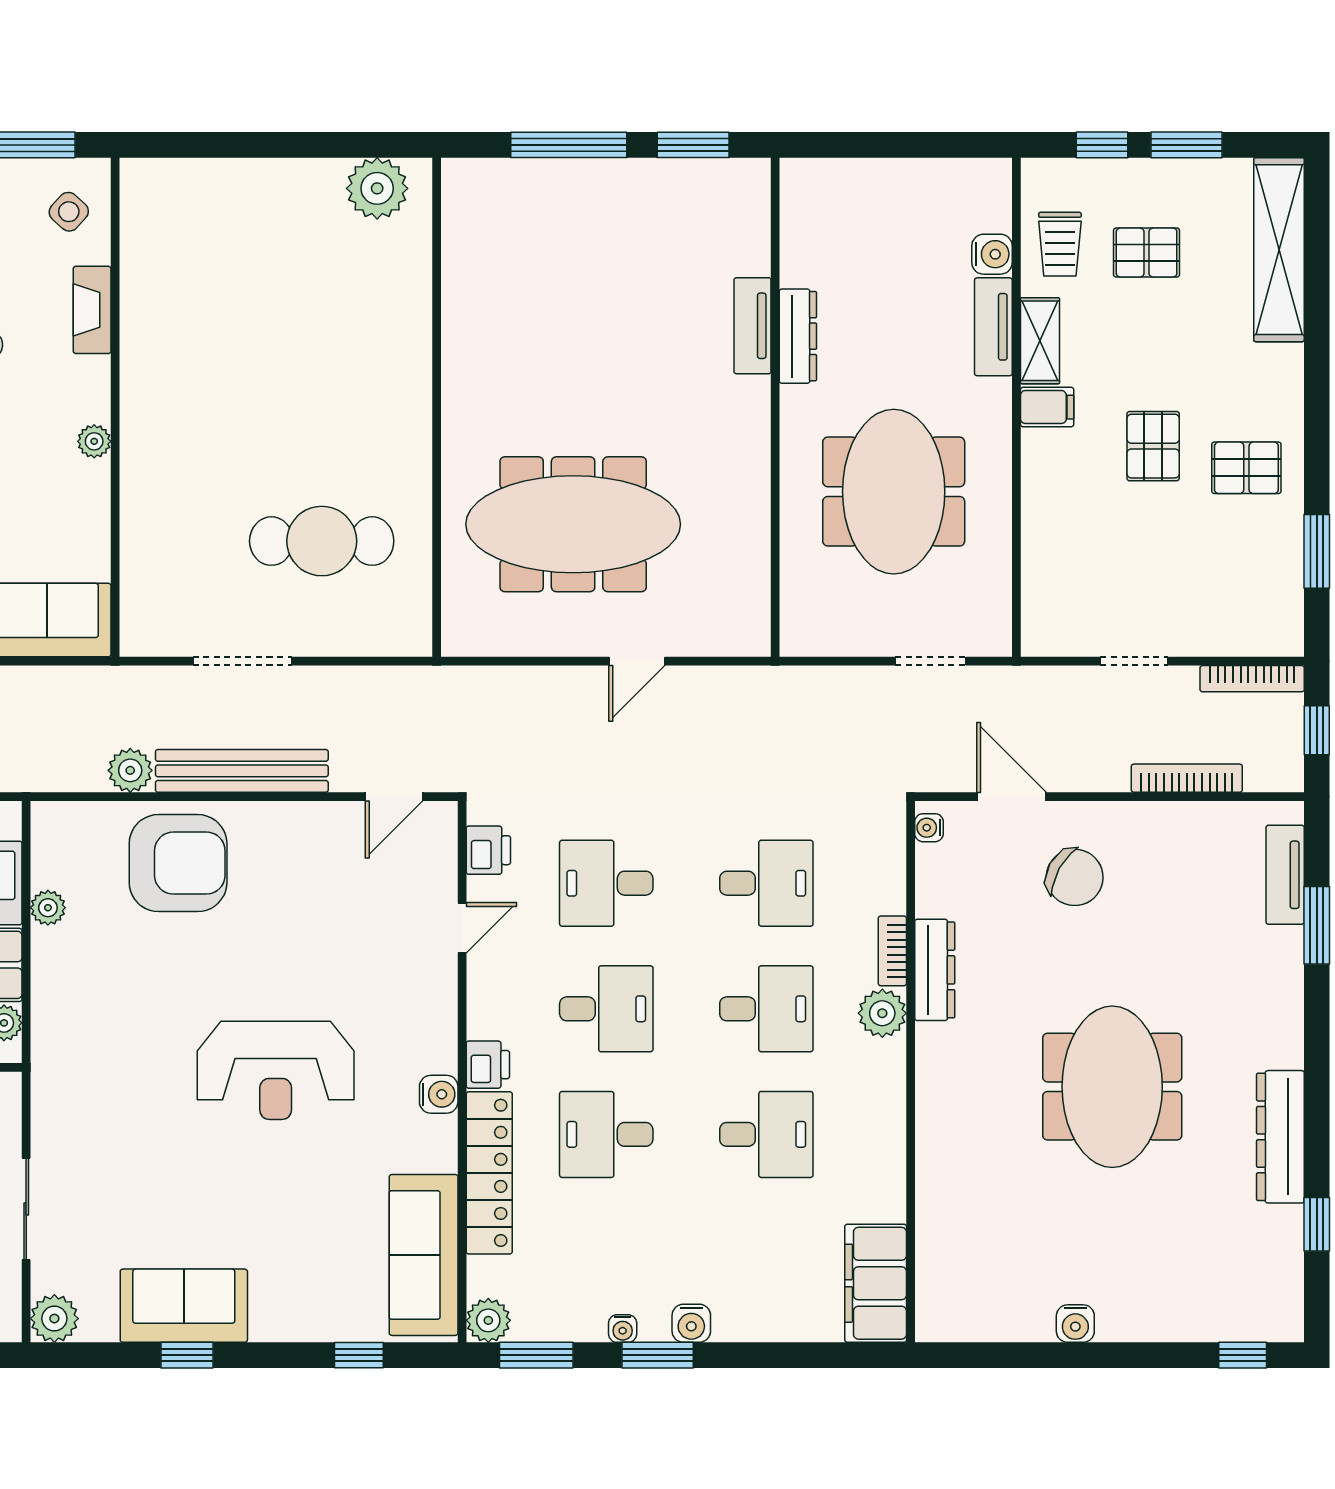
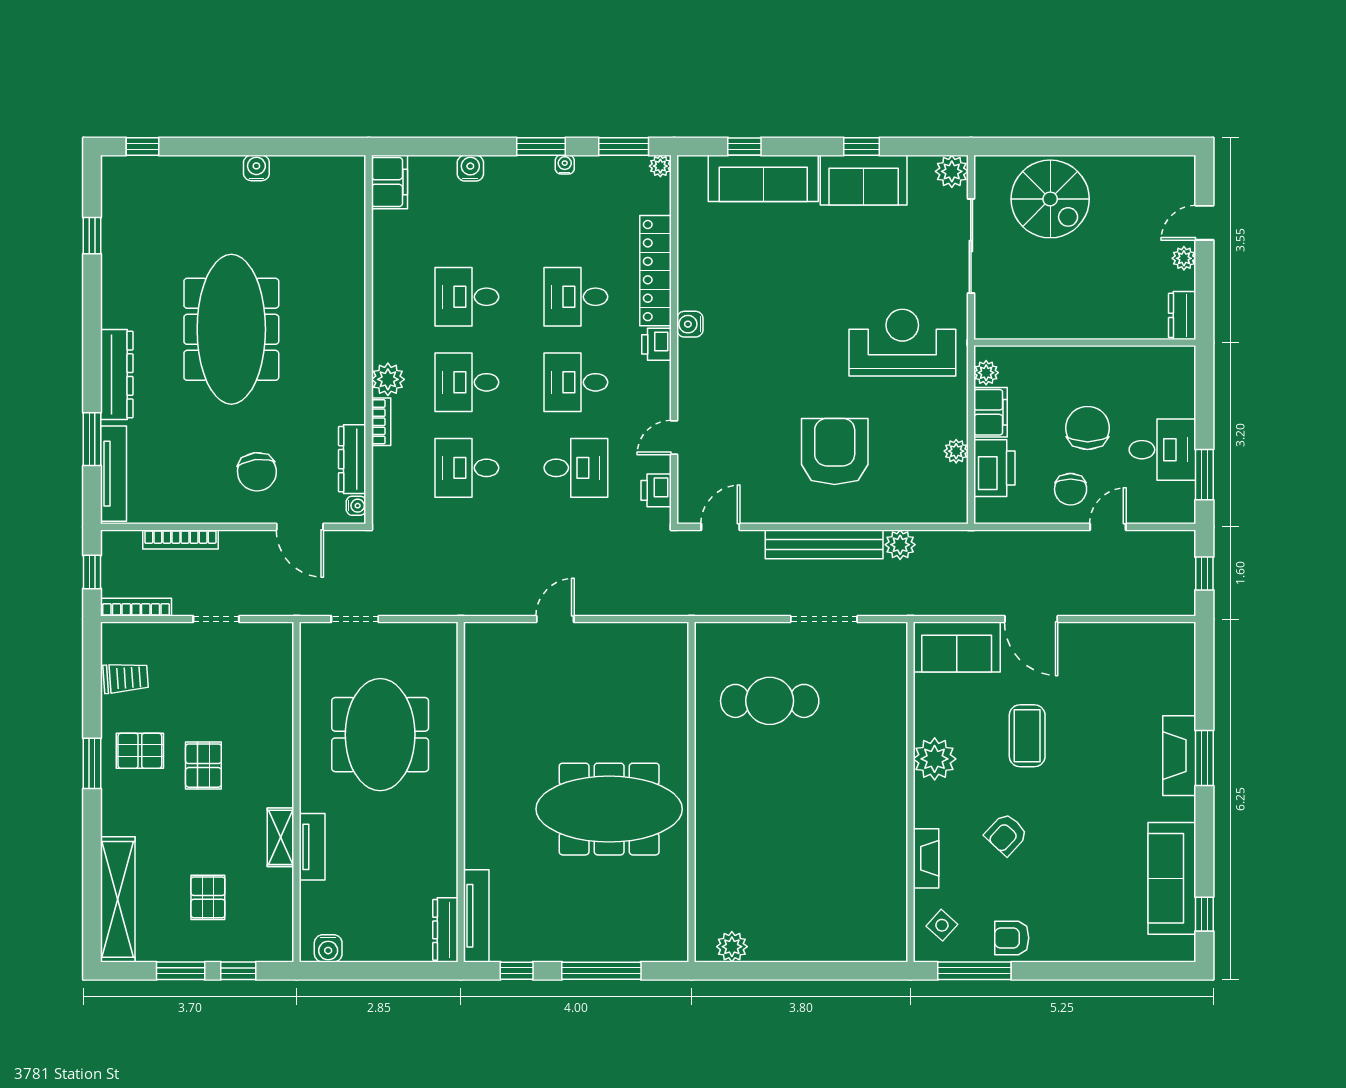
window: (693, 145) -> (517, 971), width x0.67
plant: (377, 188) -> (732, 947), width x0.73, depth x0.73
trolley: (1060, 244) -> (126, 678), moved, turned 86
pallet: (1147, 253) -> (208, 897), turned 90
water cooler: (992, 254) -> (328, 948), moved, turned -90
tv unit: (753, 326) -> (476, 916), moved, width x1.41
dresser: (798, 336) -> (445, 930), moved
filing cabinet: (1047, 407) -> (276, 792), removed
plant: (94, 441) -> (935, 759), width x1.88, depth x1.88
meeting table: (573, 524) -> (609, 809), moved
window: (1317, 551) -> (92, 763), moved
armchair: (178, 863) -> (835, 451), moved, turned 90
tv unit: (1285, 875) -> (114, 474), width x1.41
chair: (1075, 877) -> (257, 472), turned -126
dresser: (935, 970) -> (352, 459), moved
reception desk: (276, 1070) -> (902, 343), moved
meeting table: (1112, 1087) -> (231, 329), width x1.36
desk: (606, 1134) -> (576, 297), turned 180
dresser: (1280, 1137) -> (117, 375), moved
sliding door: (26, 1209) -> (971, 246), width x1.37
sofa: (424, 1255) -> (763, 178), moved, turned 90
filing cabinet: (876, 1283) -> (389, 182), width x0.67, depth x0.86
plant: (488, 1320) -> (660, 166), width x0.73, depth x0.73
water cooler: (691, 1323) -> (470, 168), moved

